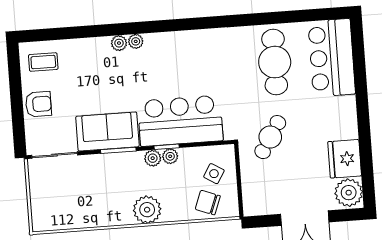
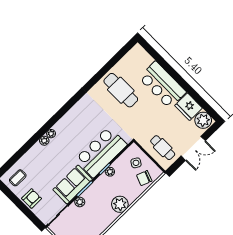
bar counter: (332, 58) -> (162, 85), moved
cafe table: (270, 137) -> (163, 148), moved, turned -32
plant: (153, 158) -> (80, 202), moved

